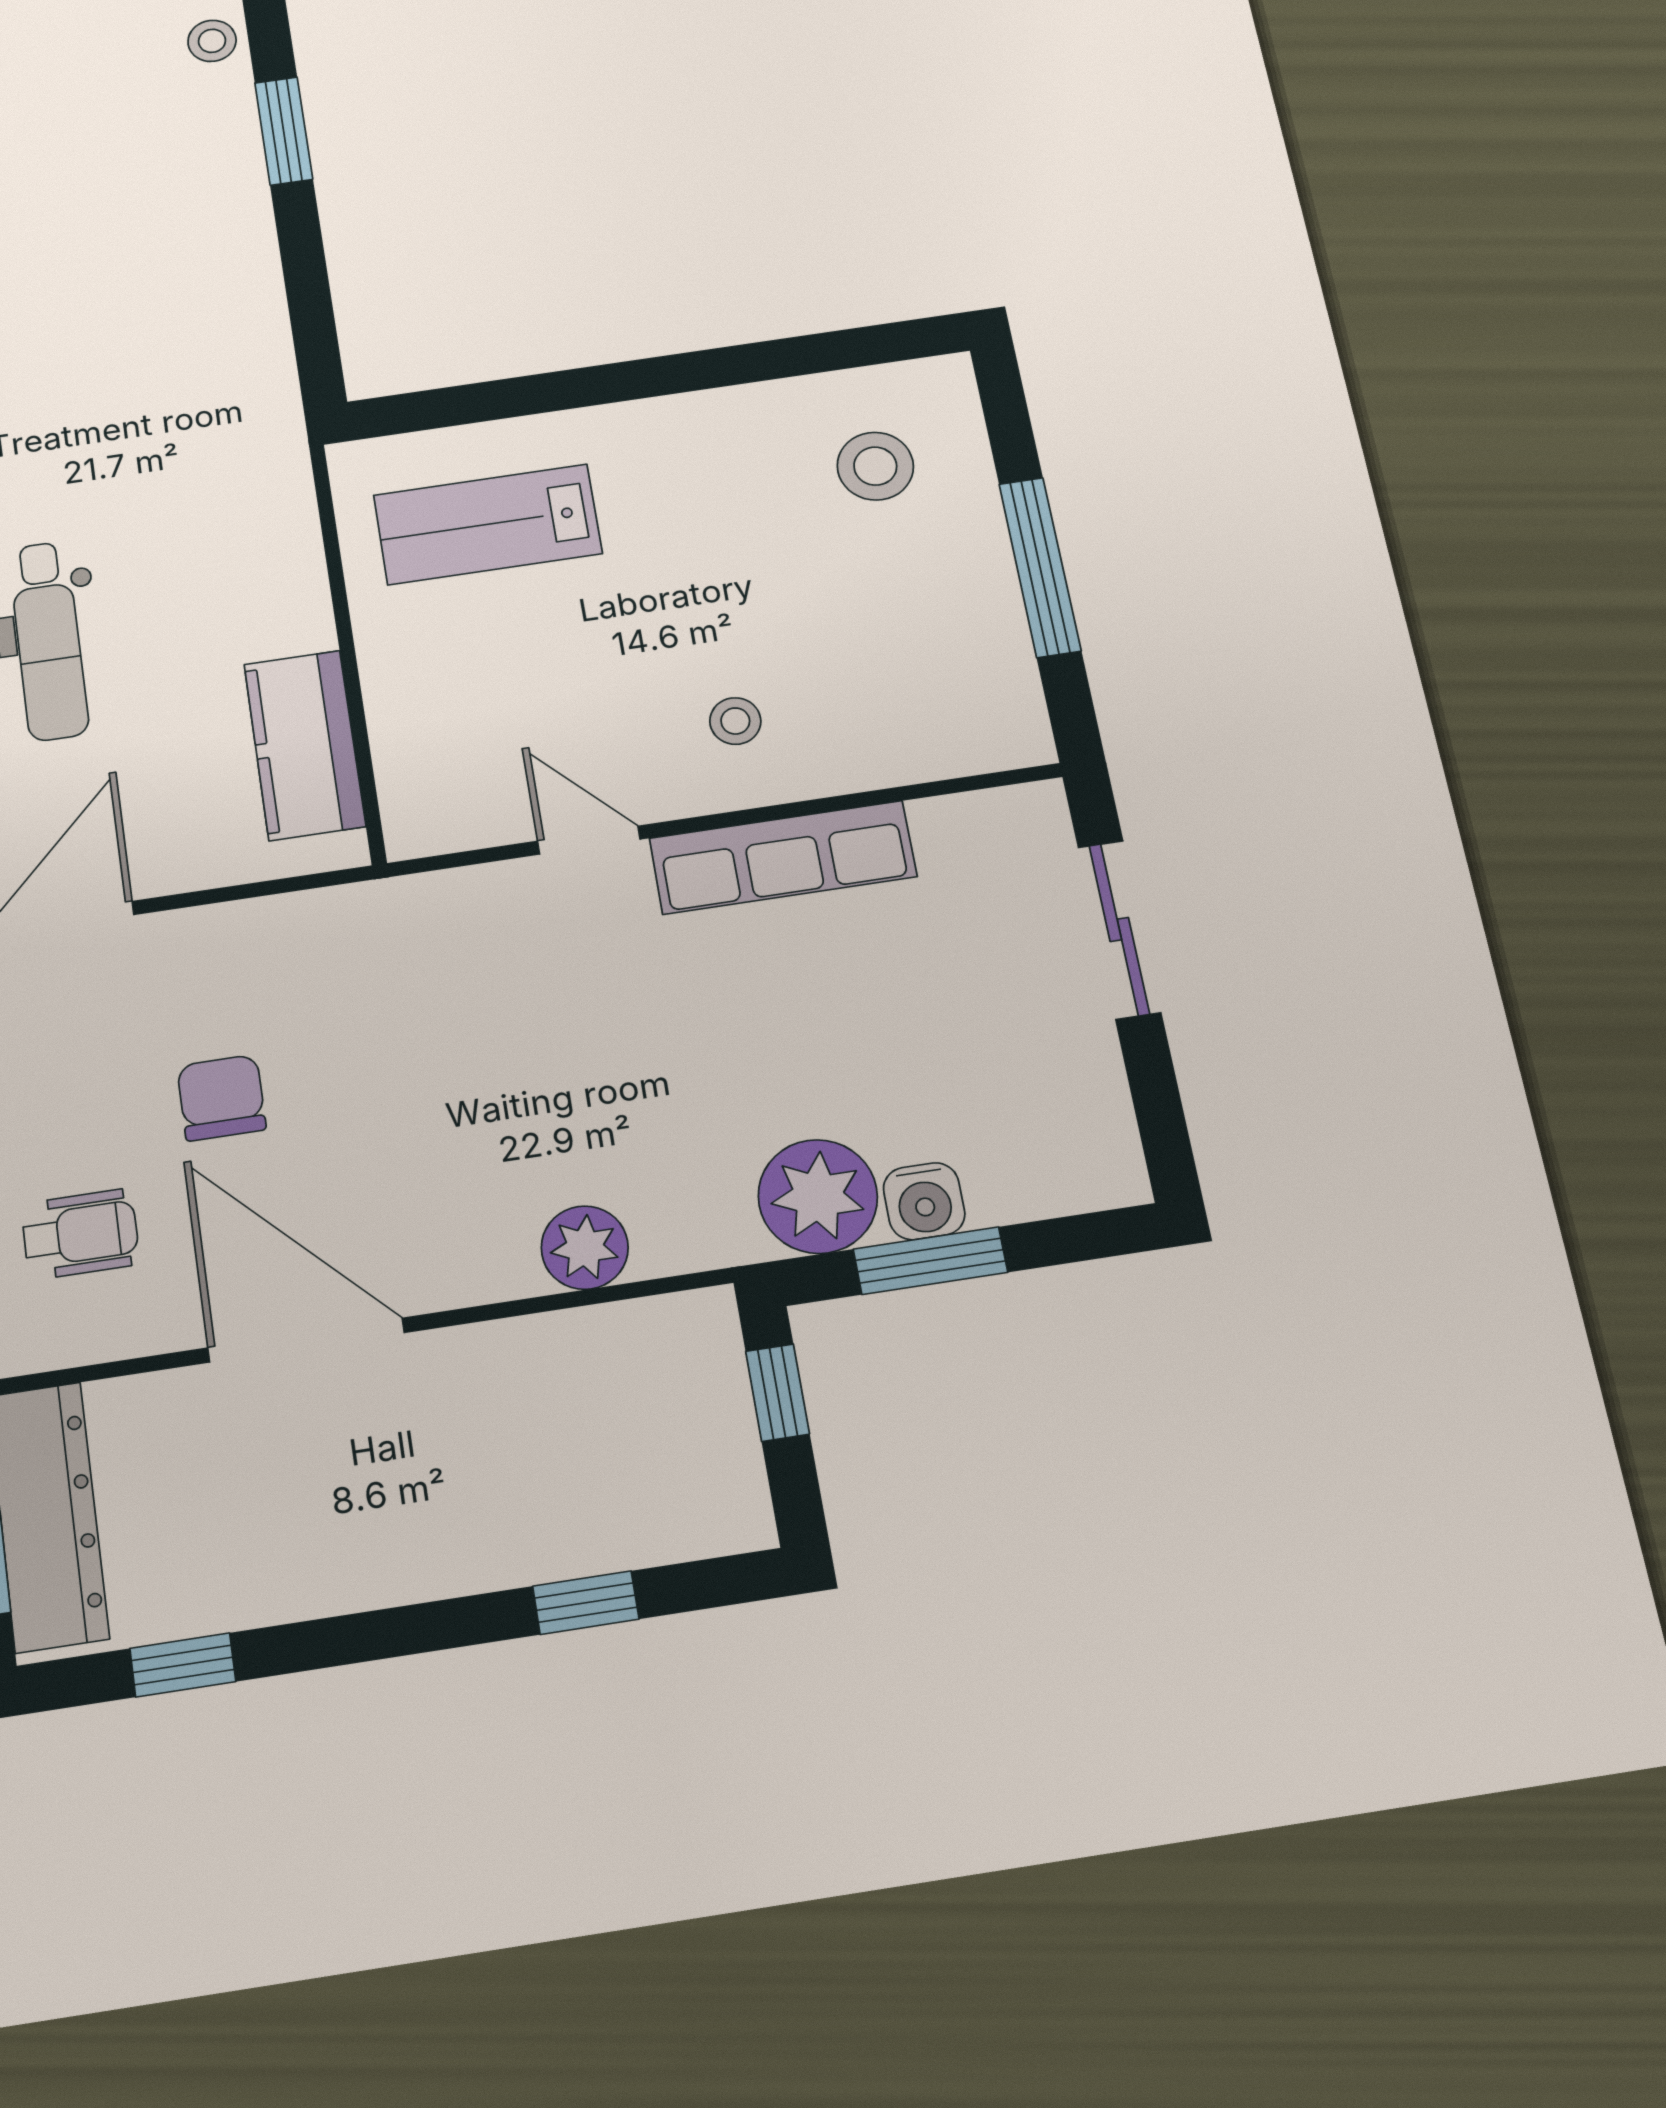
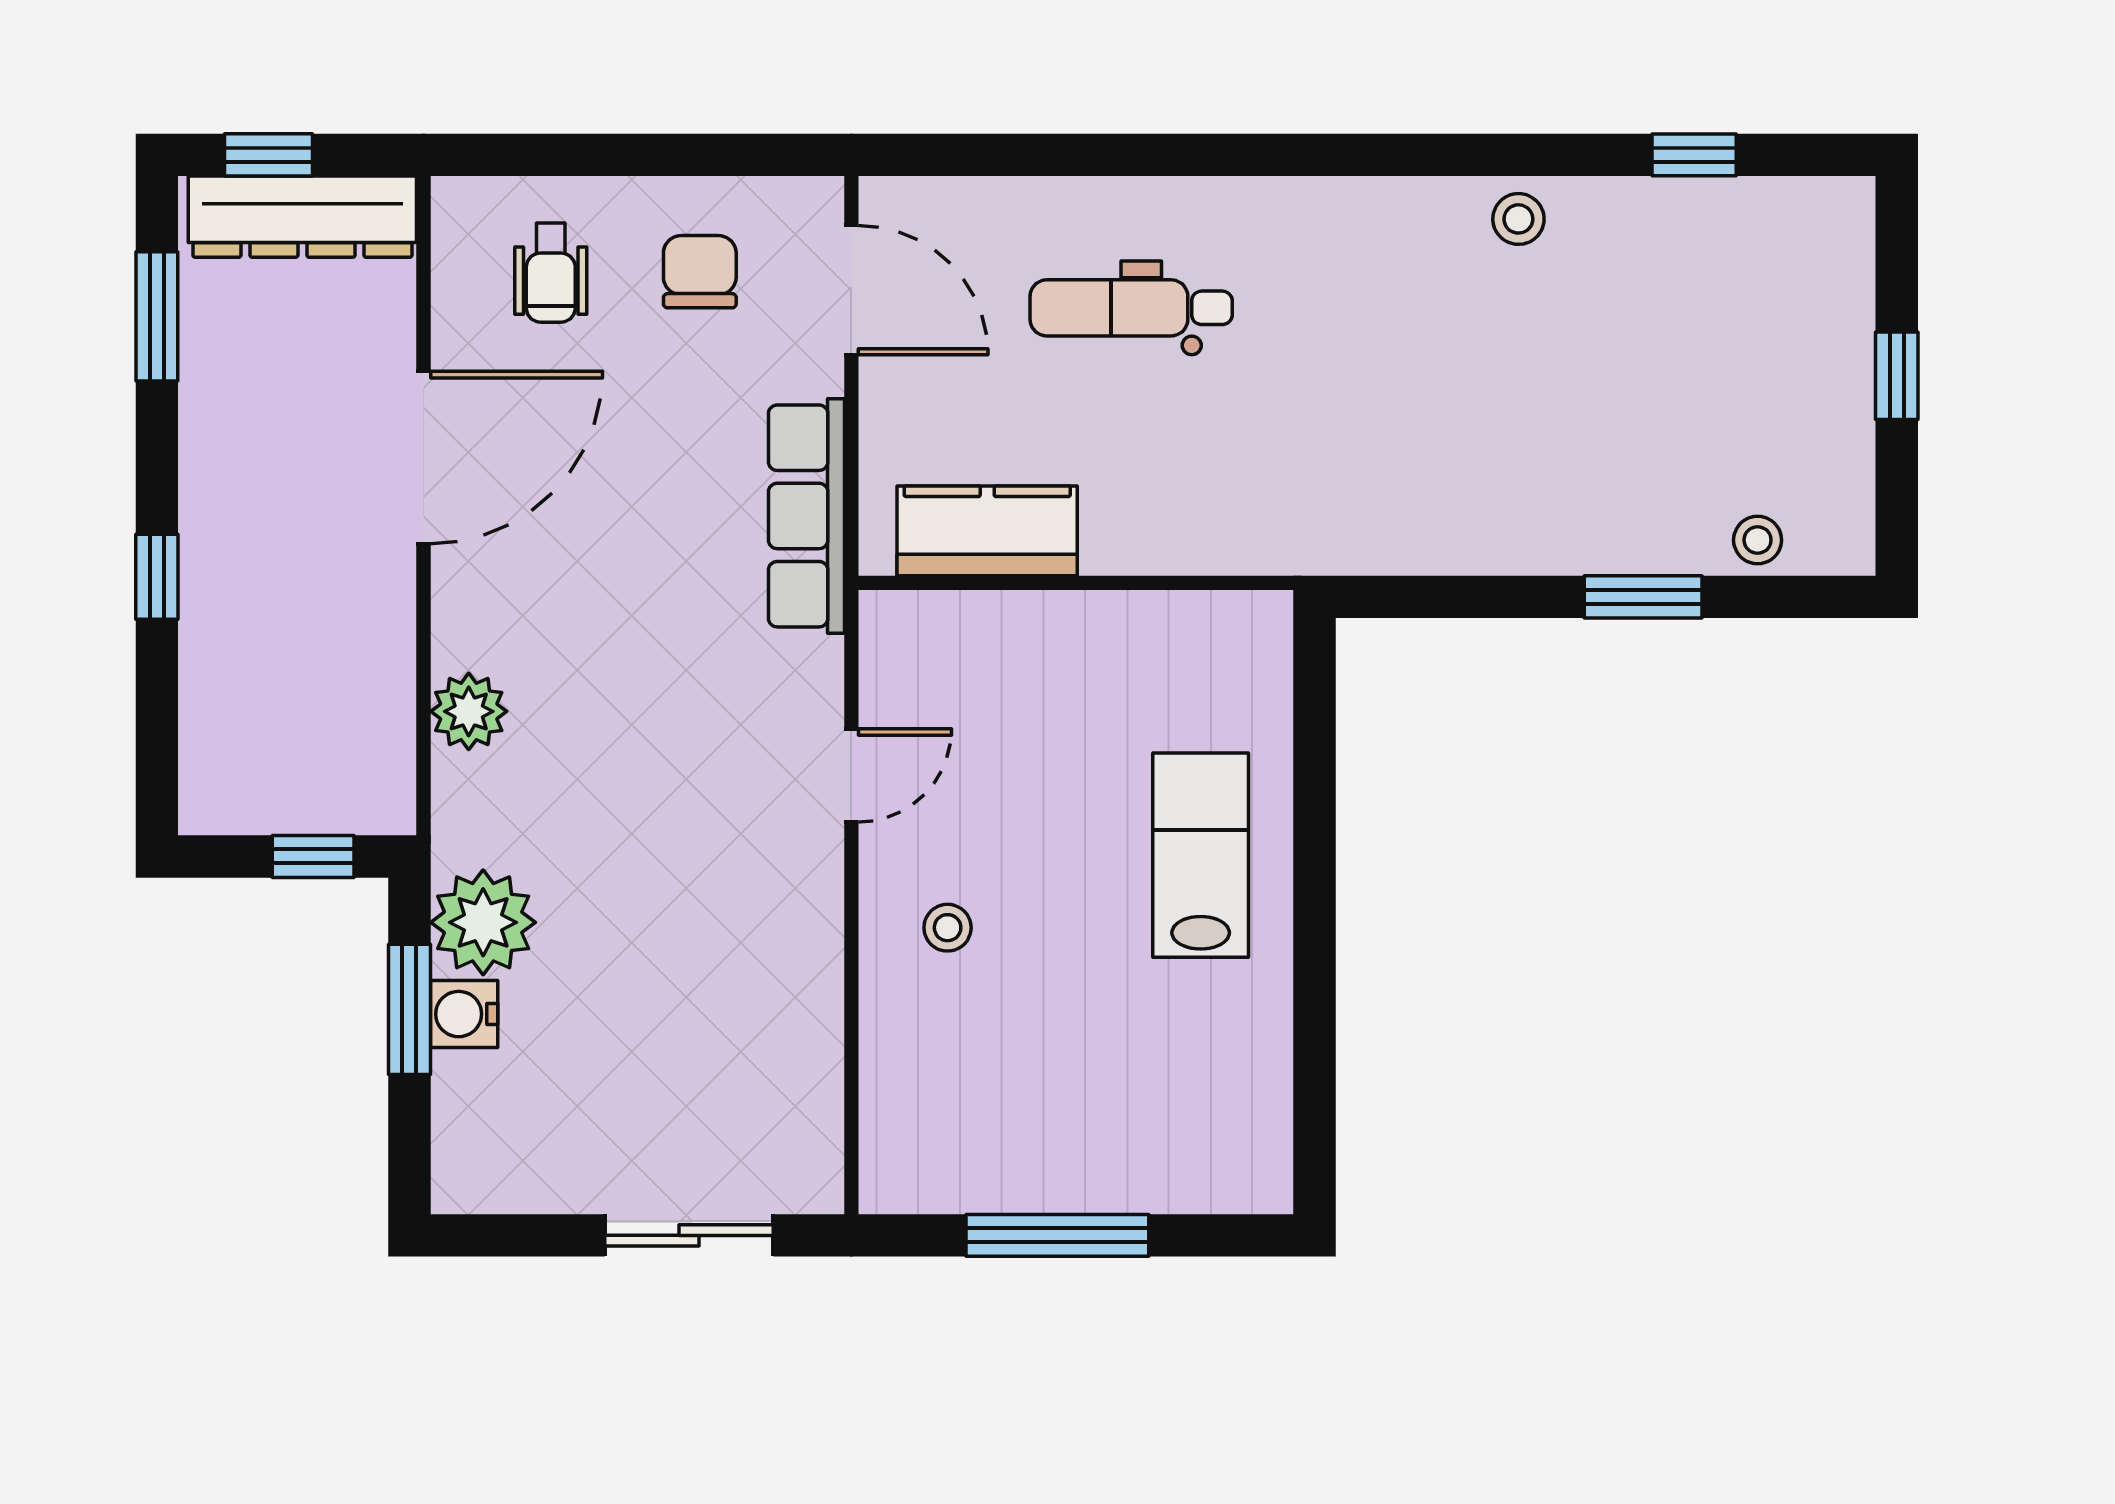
stool: (875, 466) -> (1186, 1103), removed
lab bench: (488, 524) -> (1201, 855), moved
row of seats: (783, 857) -> (806, 516), moved
chair: (221, 1098) -> (700, 272), moved, turned -90
window: (586, 1603) -> (157, 577), moved
window: (183, 1665) -> (157, 316), width x1.50

